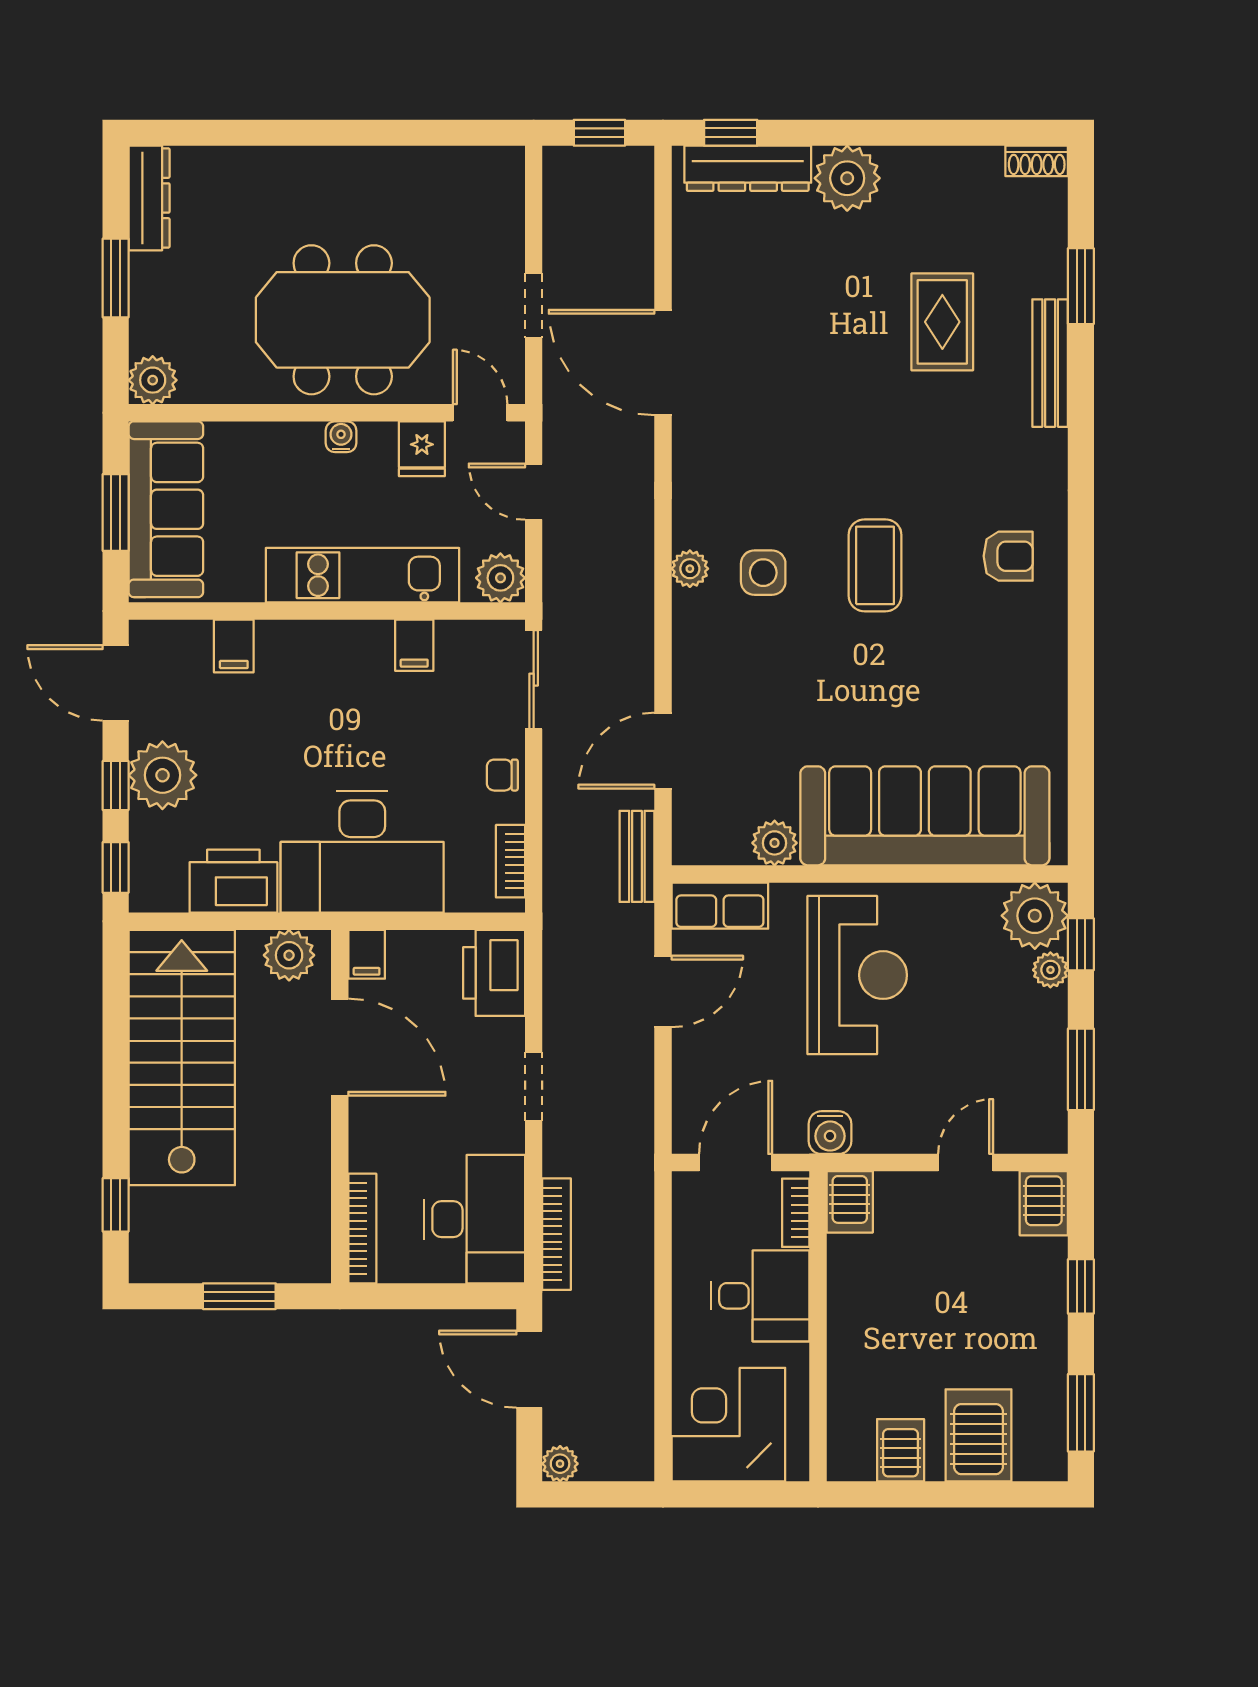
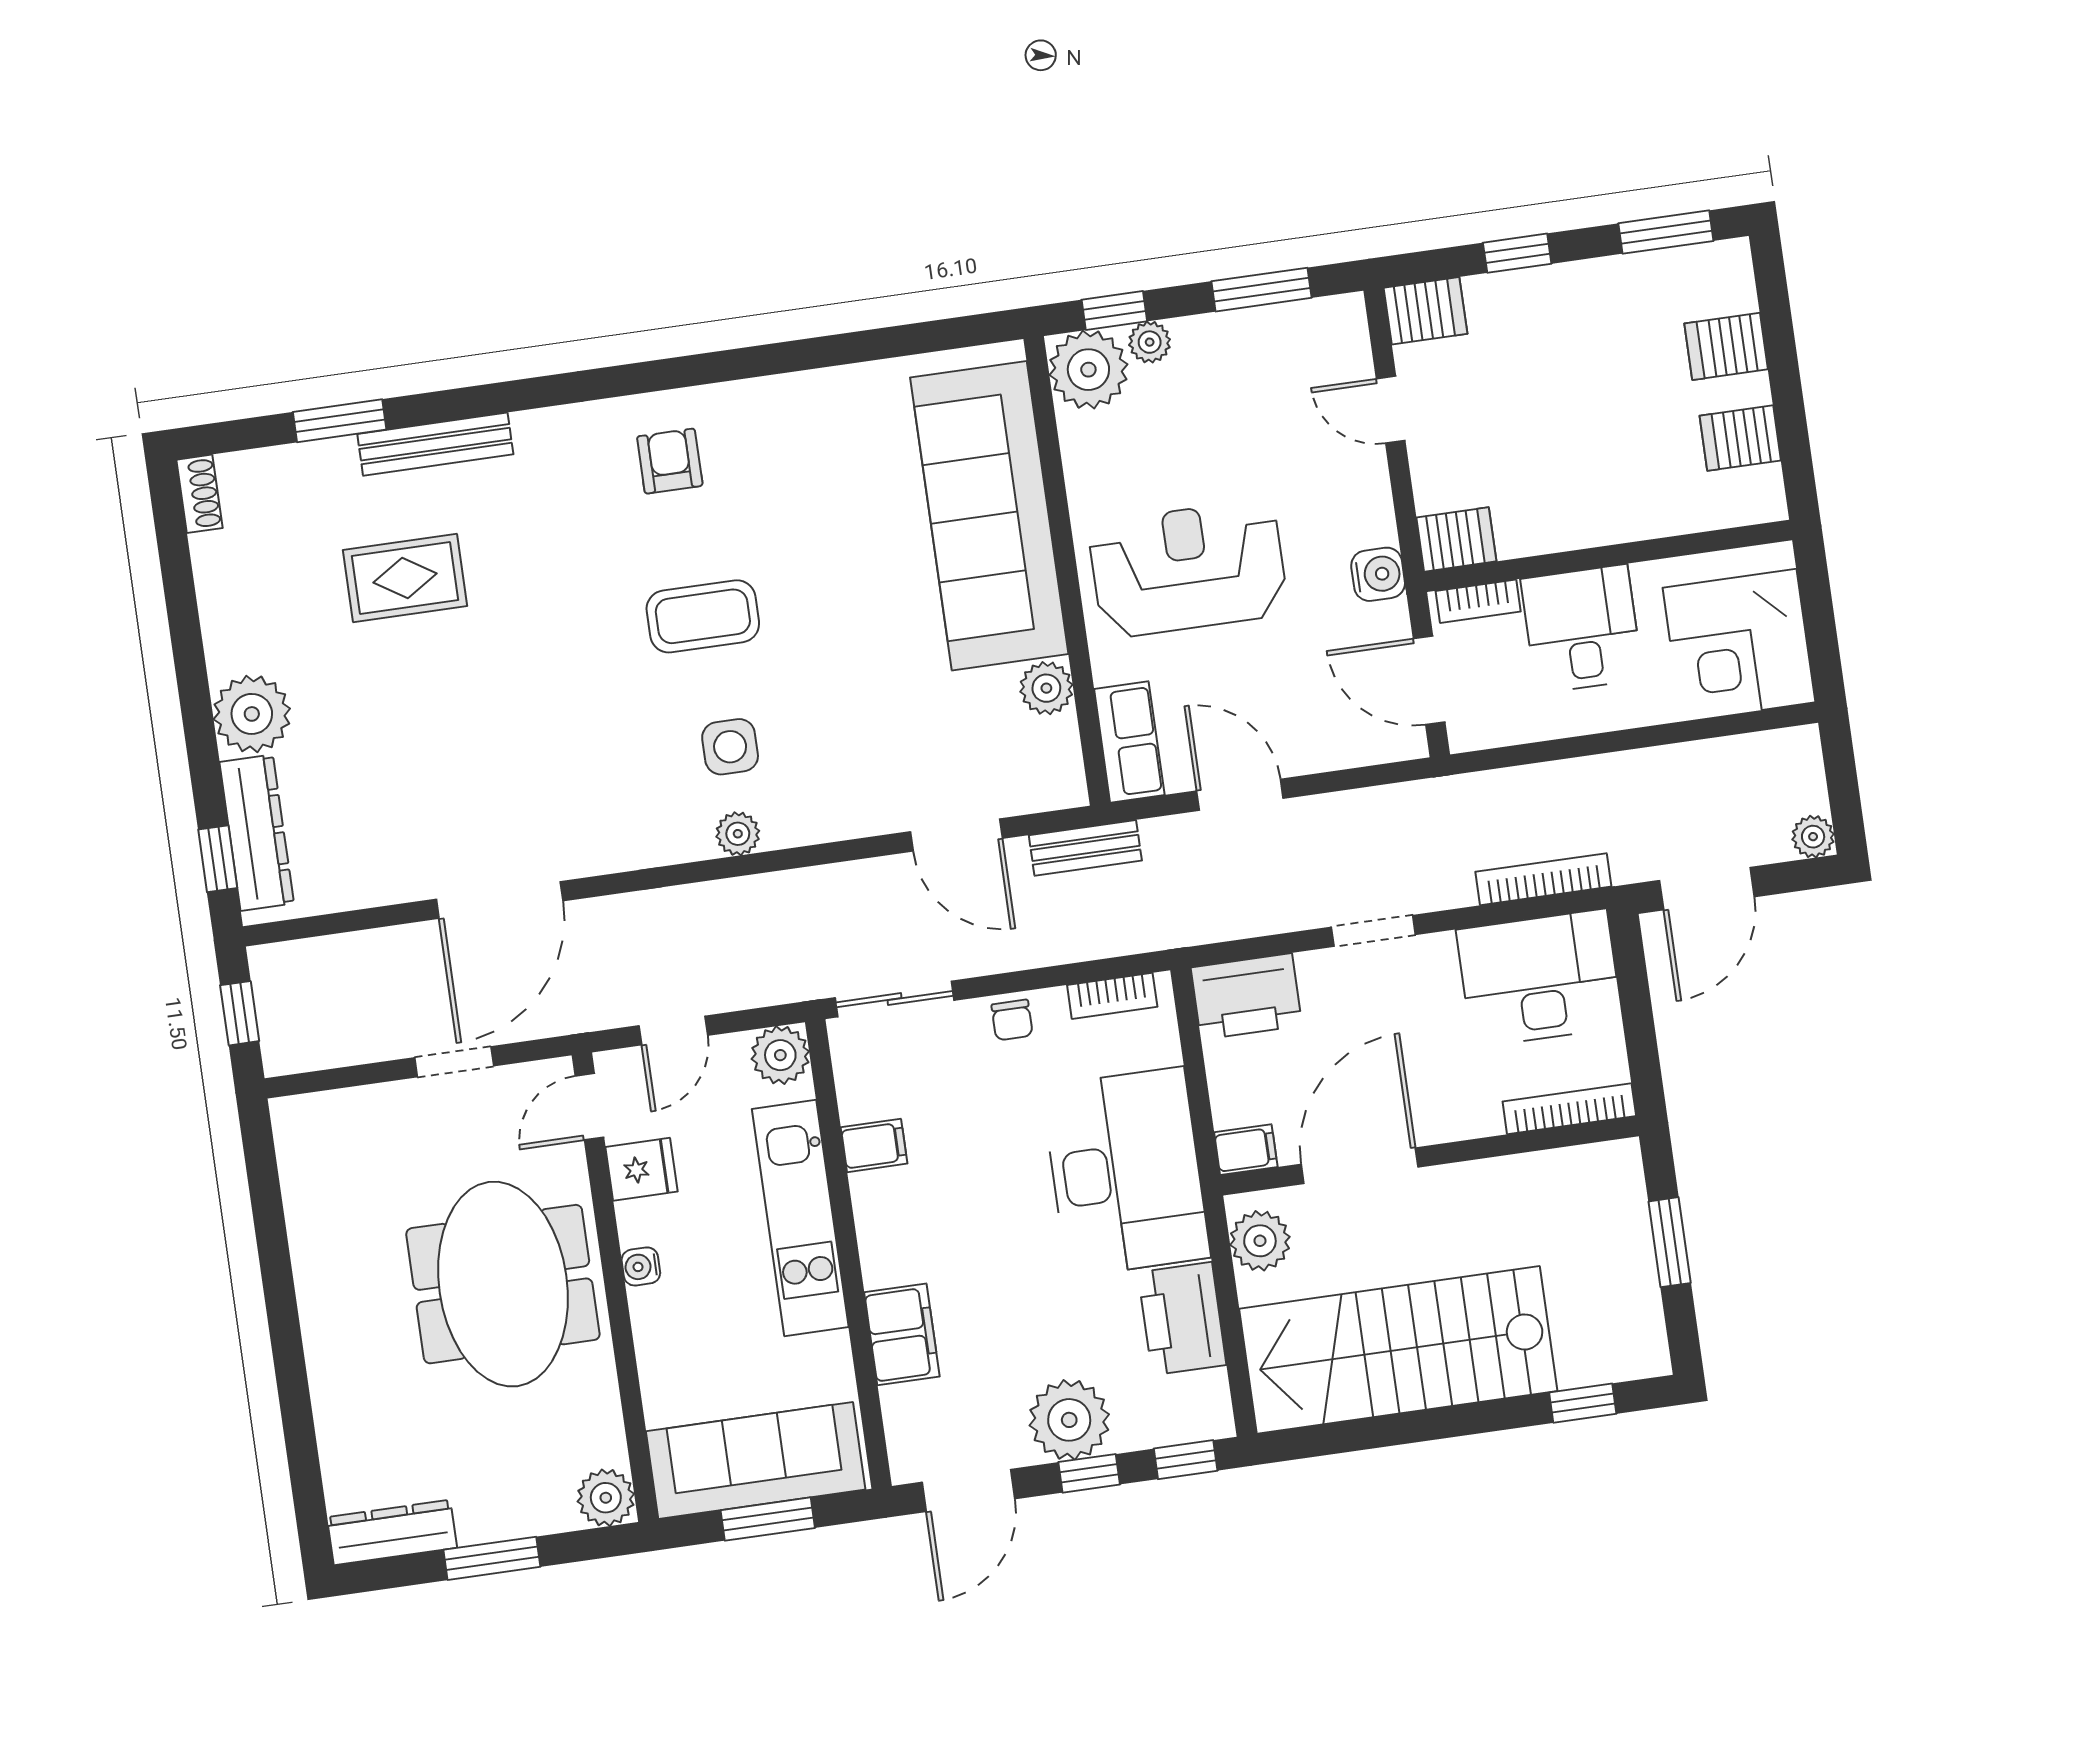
filing cabinet: (234, 646) -> (902, 1334), width x2.00
server rack: (979, 1435) -> (1726, 346), width x0.73, depth x0.70

